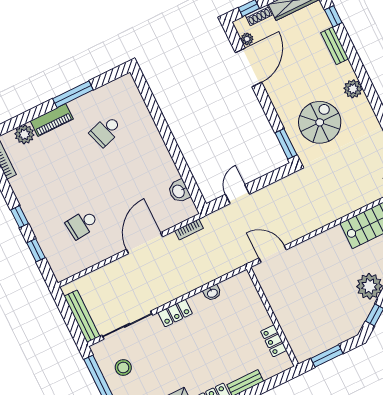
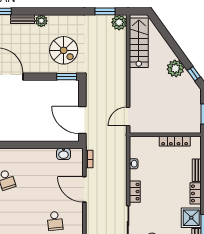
plant: (353, 89) -> (41, 21), moved
spiral stairs: (320, 122) -> (64, 50), turned 180
door: (237, 194) -> (82, 120), width x1.88
locker: (274, 341) -> (175, 141), width x1.53

